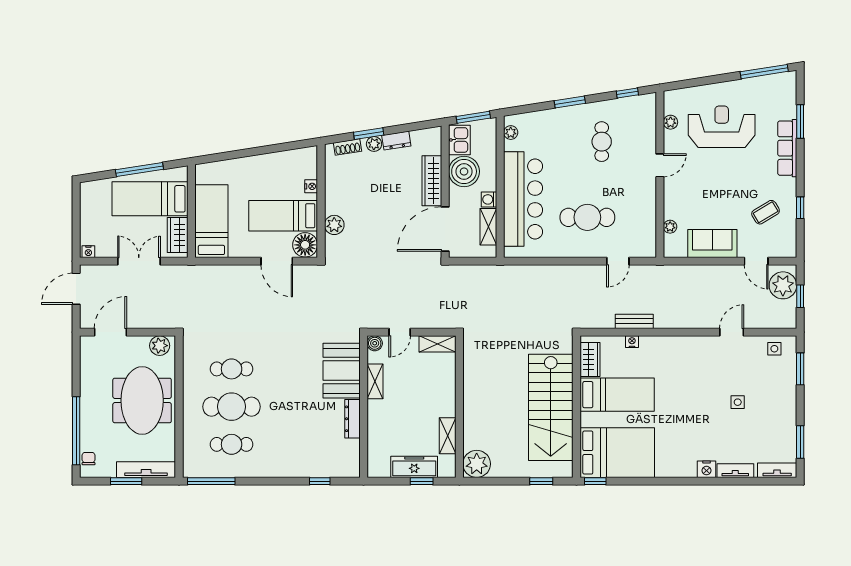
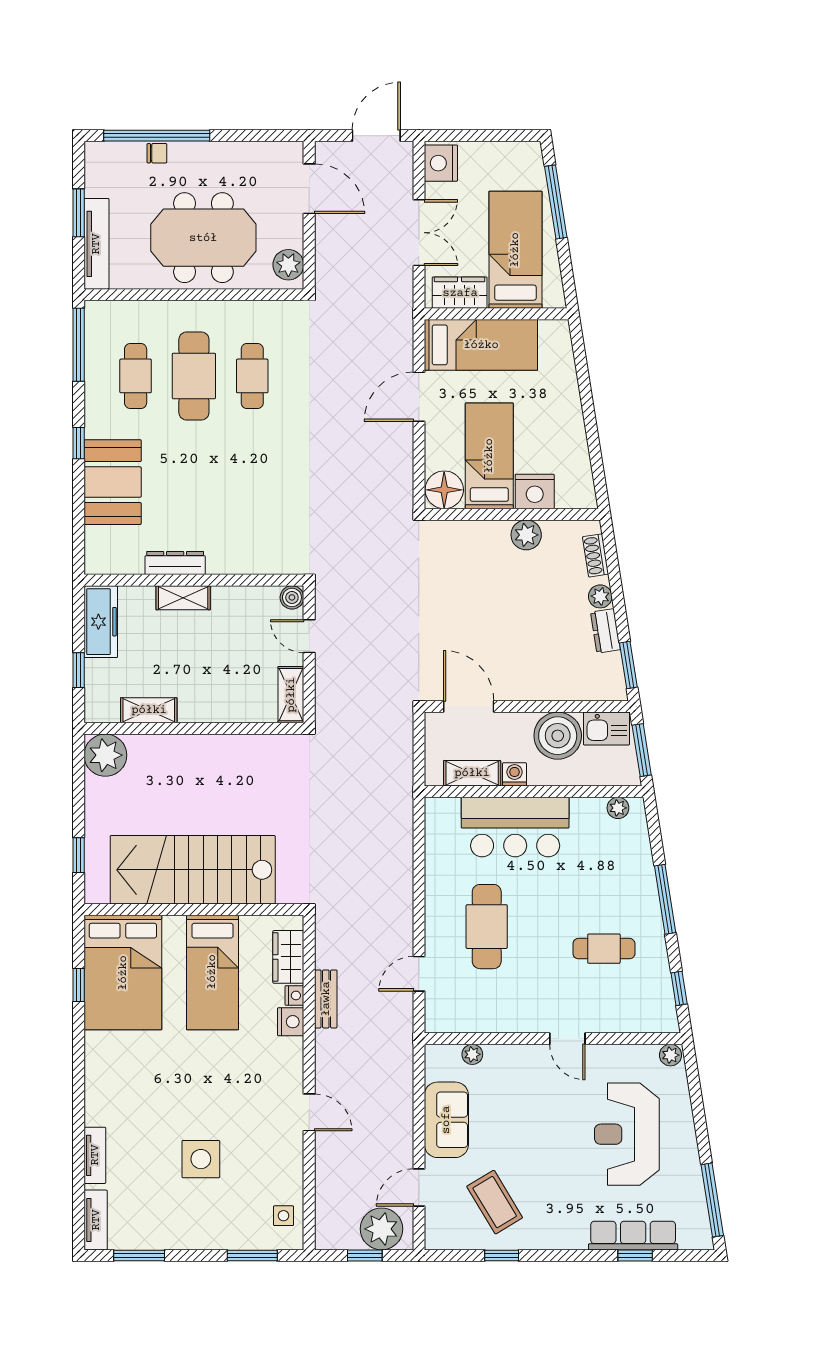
window: (570, 102) -> (665, 899), width x1.44
window: (800, 121) -> (635, 1256), width x0.67
plant: (671, 122) -> (670, 1055), moved
reception desk: (722, 127) -> (627, 1134), turned 180
window: (369, 134) -> (628, 665), moved
row of seats: (787, 148) -> (633, 1236), moved
window: (139, 170) -> (556, 202), moved
wardrobe: (432, 181) -> (543, 686), removed
nightstand: (311, 186) -> (535, 491), width x1.89, depth x1.79
bar counter: (523, 199) -> (515, 827), width x0.73
coffee table: (766, 212) -> (495, 1202), width x1.36, depth x1.30
plant: (334, 225) -> (526, 535), moved
door: (445, 229) -> (469, 706), width x0.73
nightstand: (88, 252) -> (441, 163), width x1.89, depth x1.79
door: (277, 261) -> (419, 397), moved
door: (618, 261) -> (419, 974), hinge flipped
door: (76, 289) -> (376, 136), hinge flipped
door: (732, 332) -> (309, 1112), moved
wardrobe: (590, 359) -> (288, 957), moved, turned 90
booth: (342, 371) -> (113, 482), moved, turned 90
shelving: (375, 381) -> (183, 598), moved
side table: (738, 402) -> (201, 1159), width x1.87, depth x1.87
chair: (89, 459) -> (157, 153), moved
freezer: (414, 467) -> (101, 622), moved
nightstand: (706, 469) -> (291, 1022), moved, turned 180
window: (320, 481) -> (79, 443), moved
window: (595, 481) -> (79, 985), moved

